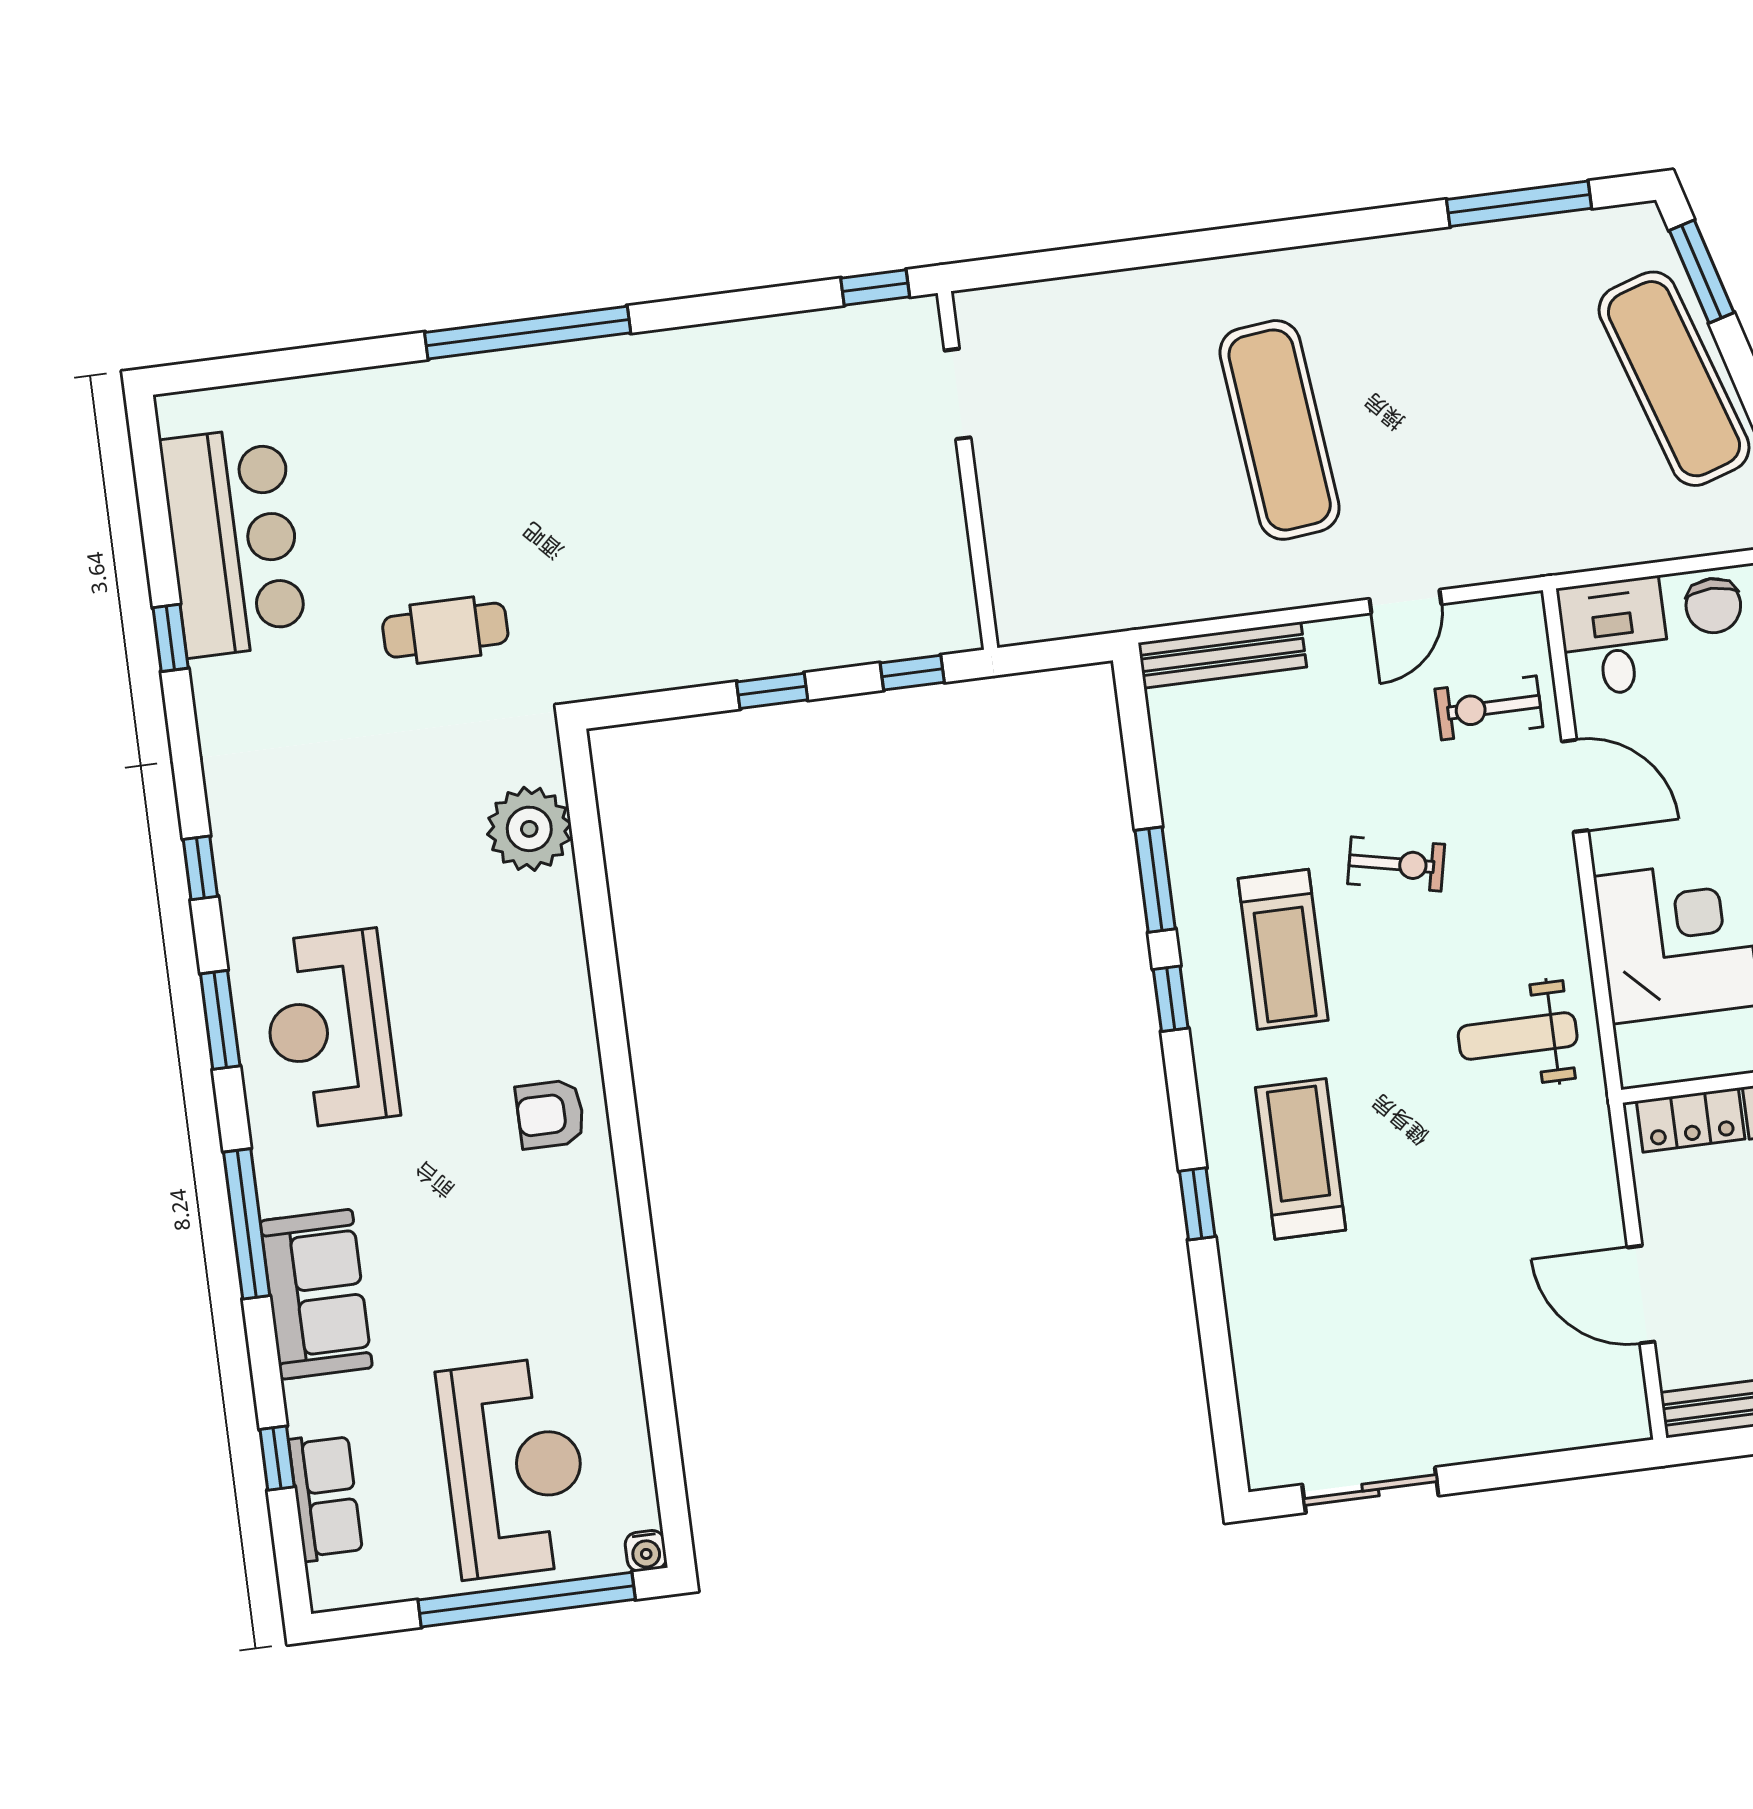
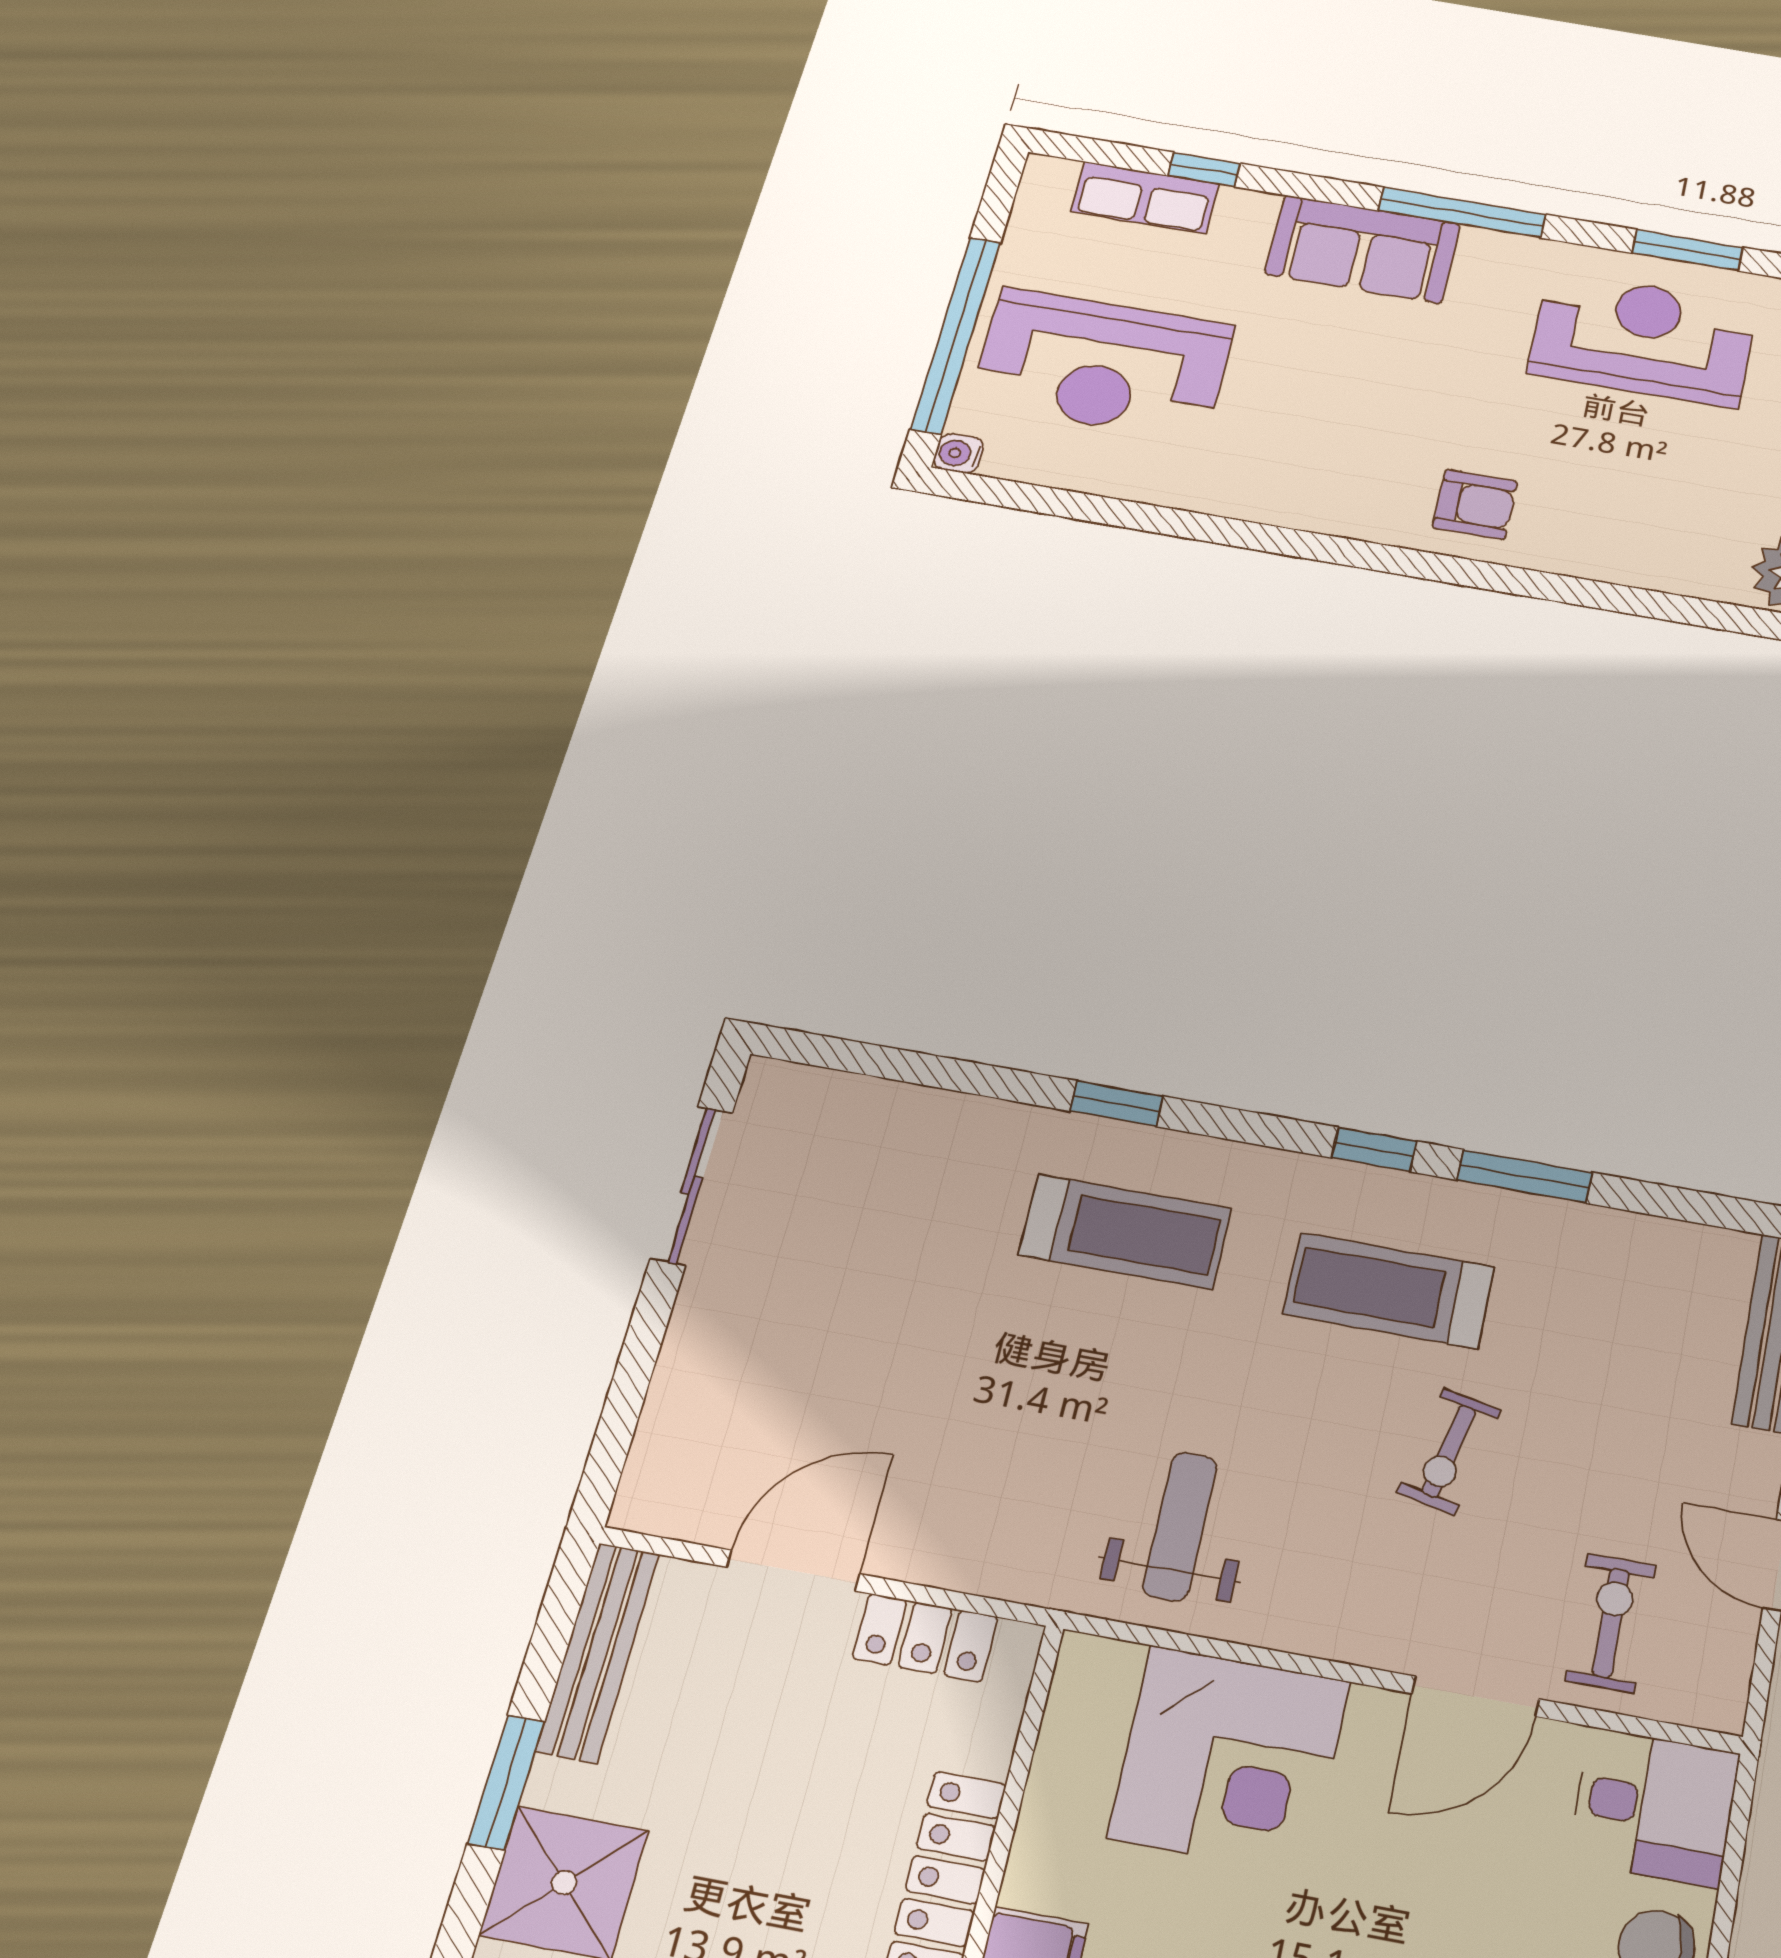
armchair: (550, 1114) -> (1475, 504), turned 90
locker: (1691, 1120) -> (925, 1638), moved, turned -90

